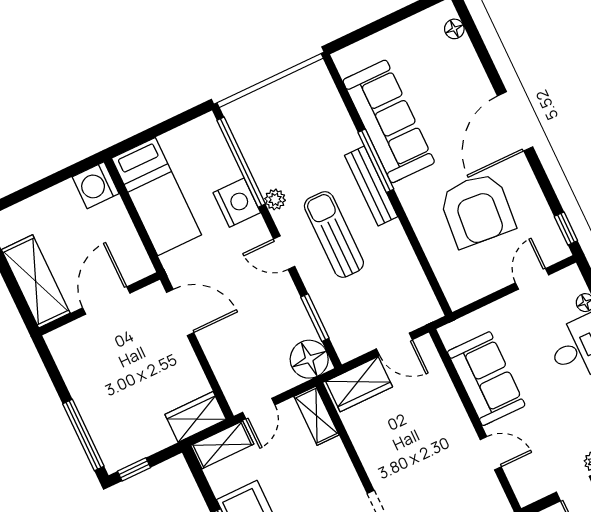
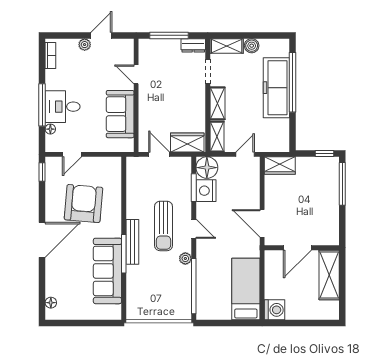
nightstand: (237, 203) -> (206, 191), moved
shelving: (222, 445) -> (217, 103), moved, turned 90

